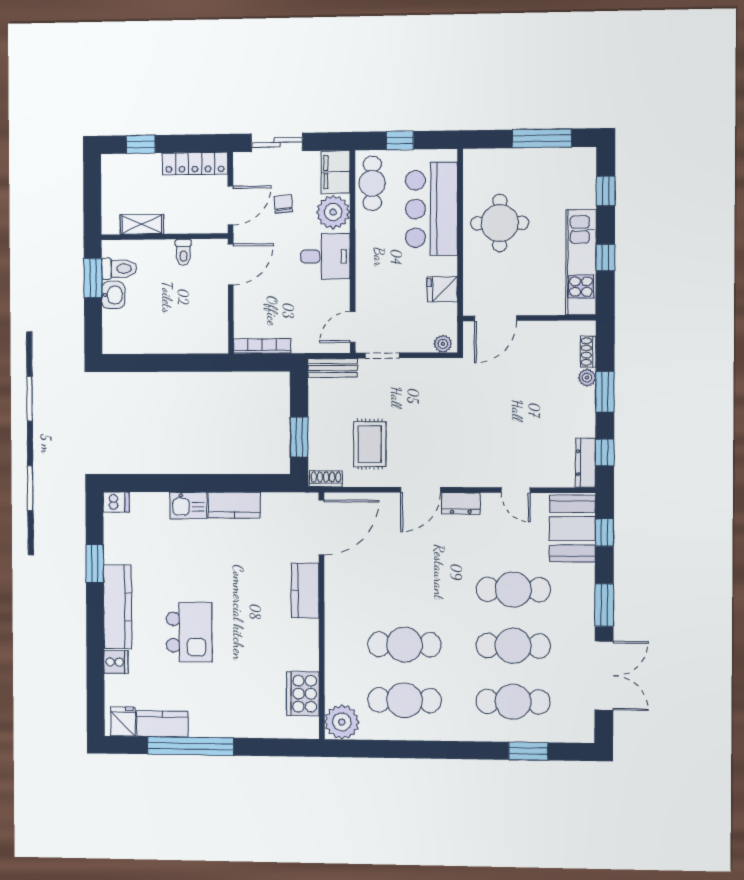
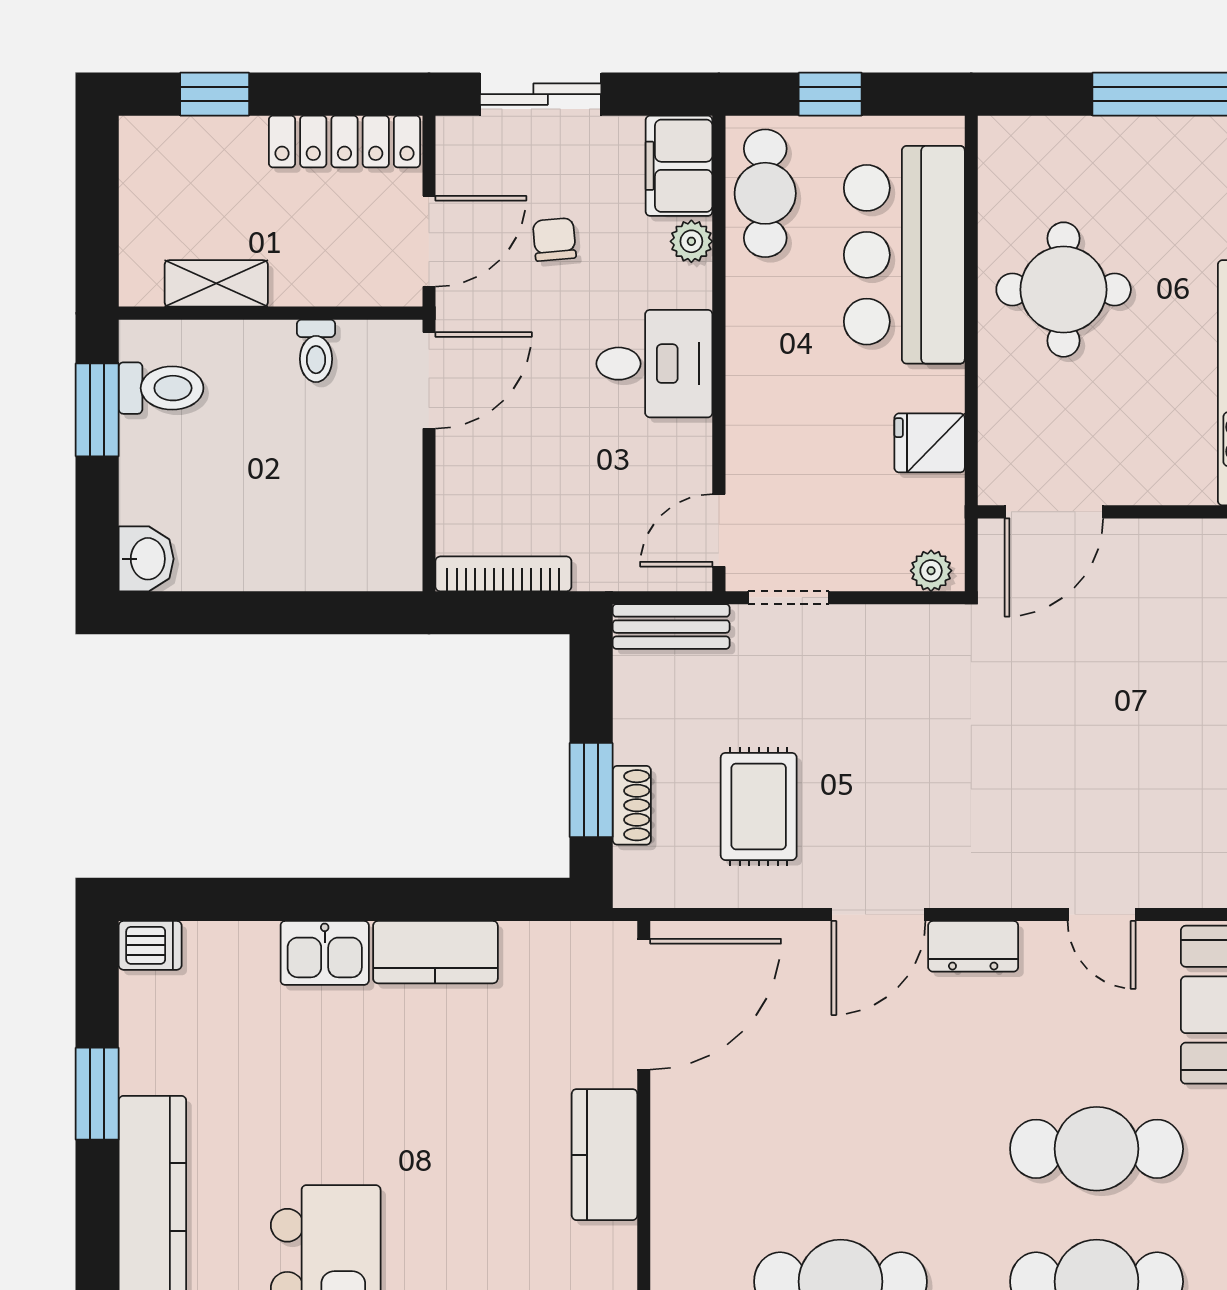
plant: (333, 212) -> (691, 241), width x0.53, depth x0.53
washbasin: (113, 295) -> (146, 559), moved
shoe rack: (326, 479) -> (632, 805), moved, turned 90

